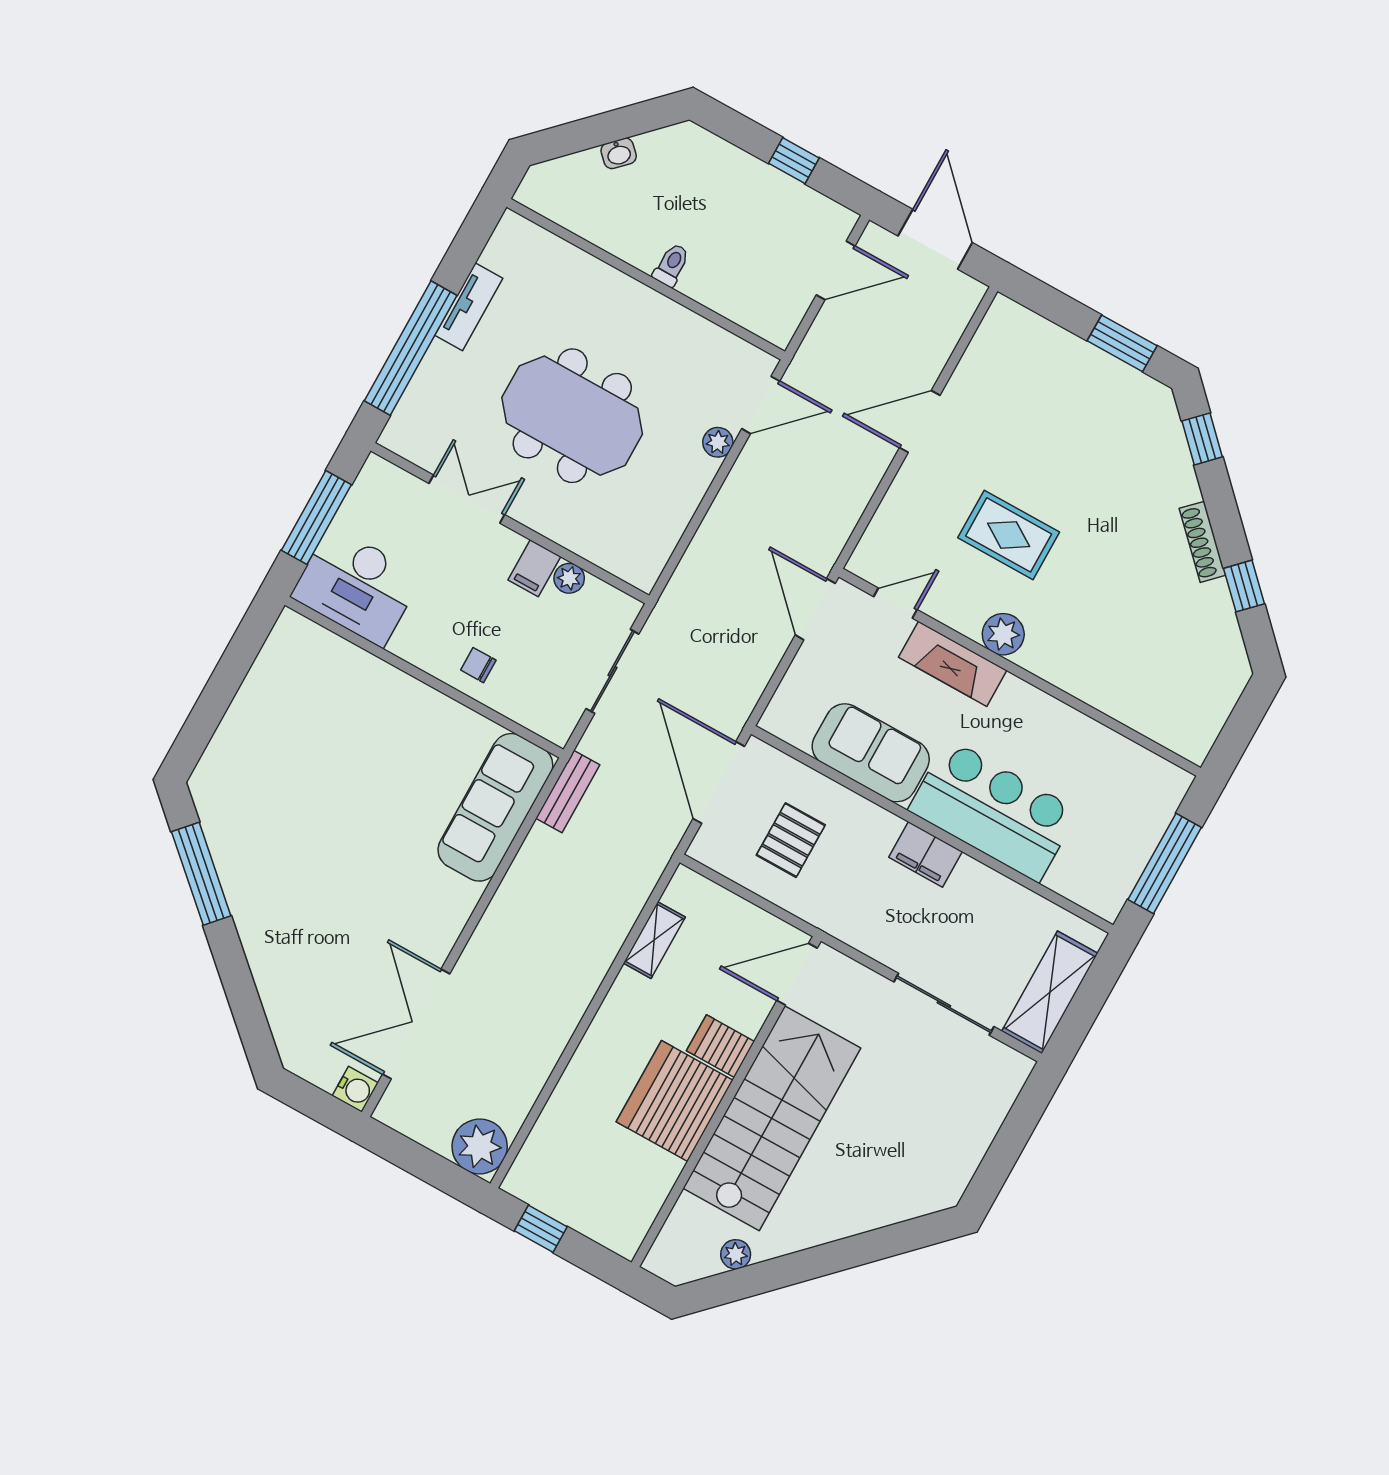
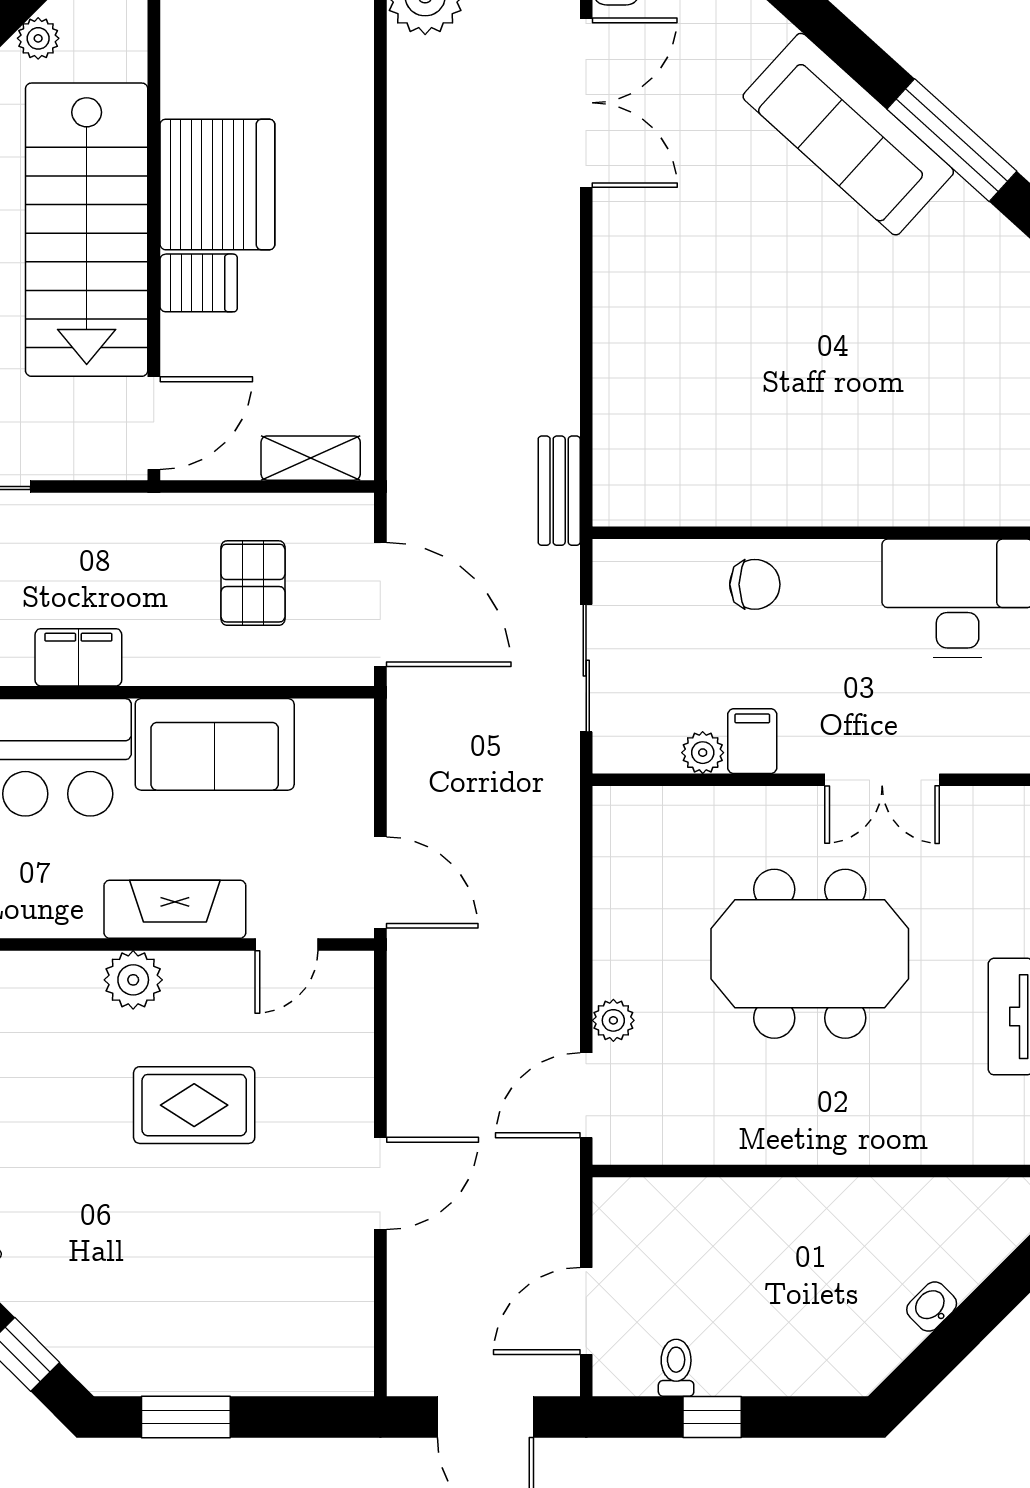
toilet: (671, 265) -> (676, 1368), moved, turned 180
chair: (478, 665) -> (755, 584), width x1.37, depth x1.37
sofa: (495, 807) -> (848, 134), moved, turned 132
shelving: (654, 940) -> (311, 458), moved, turned 90

